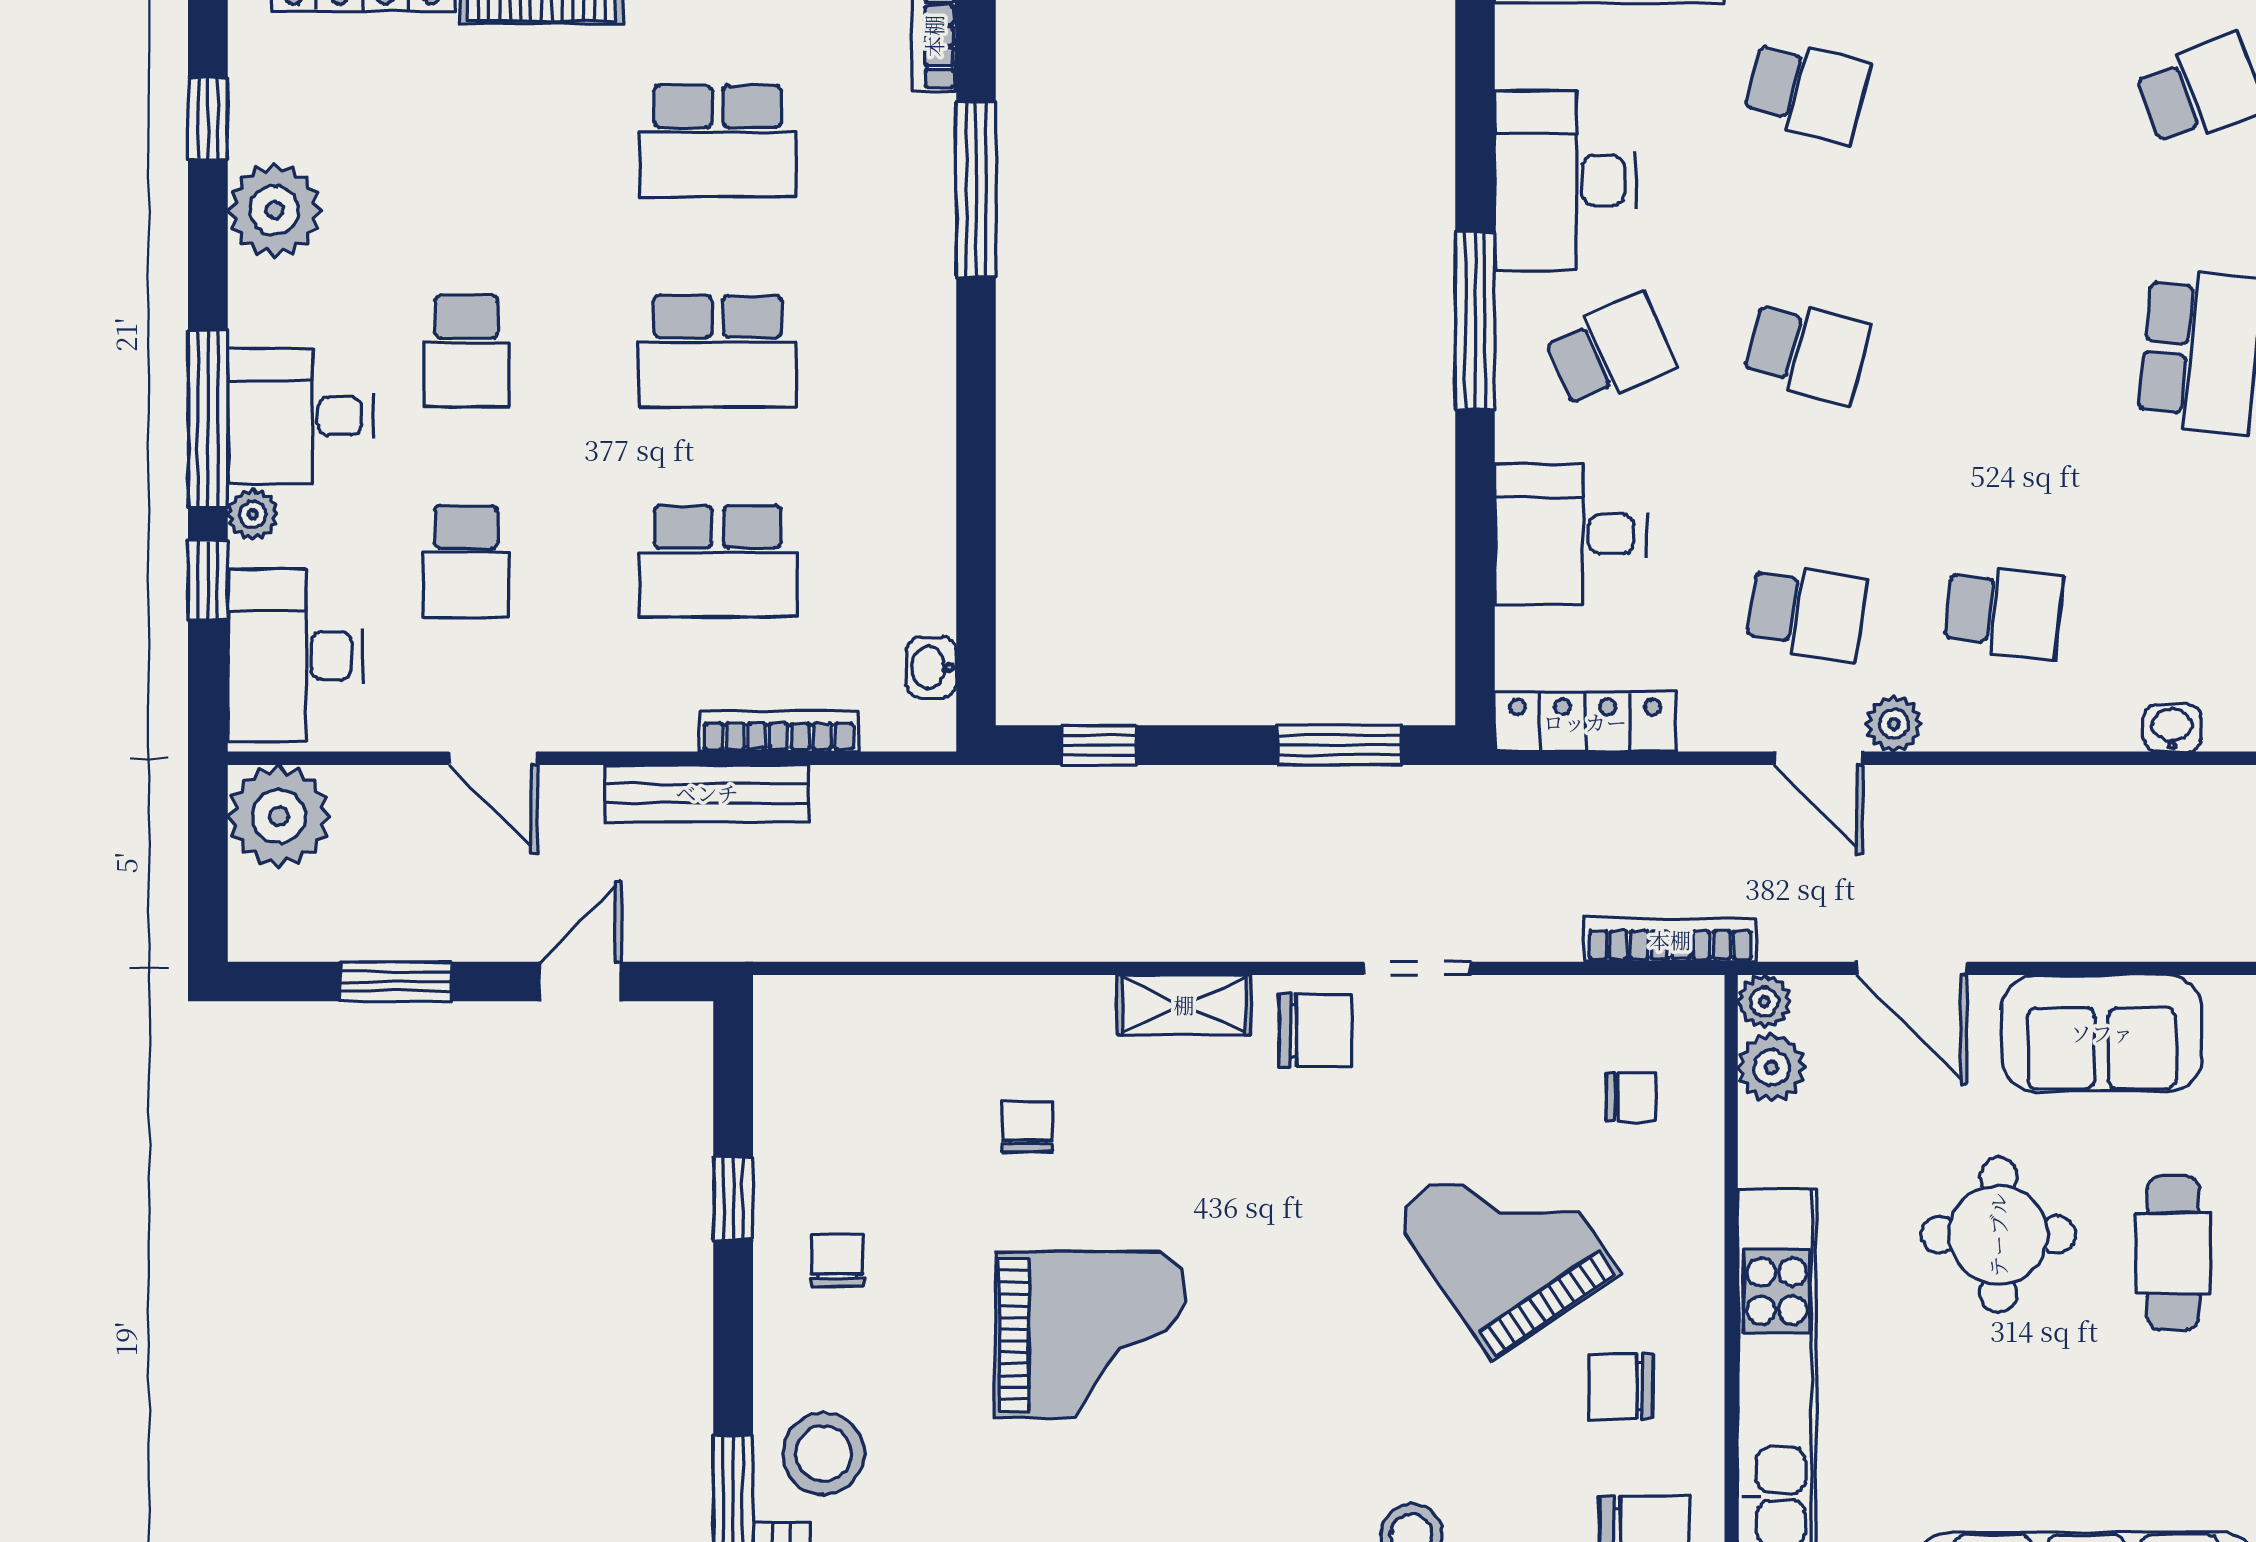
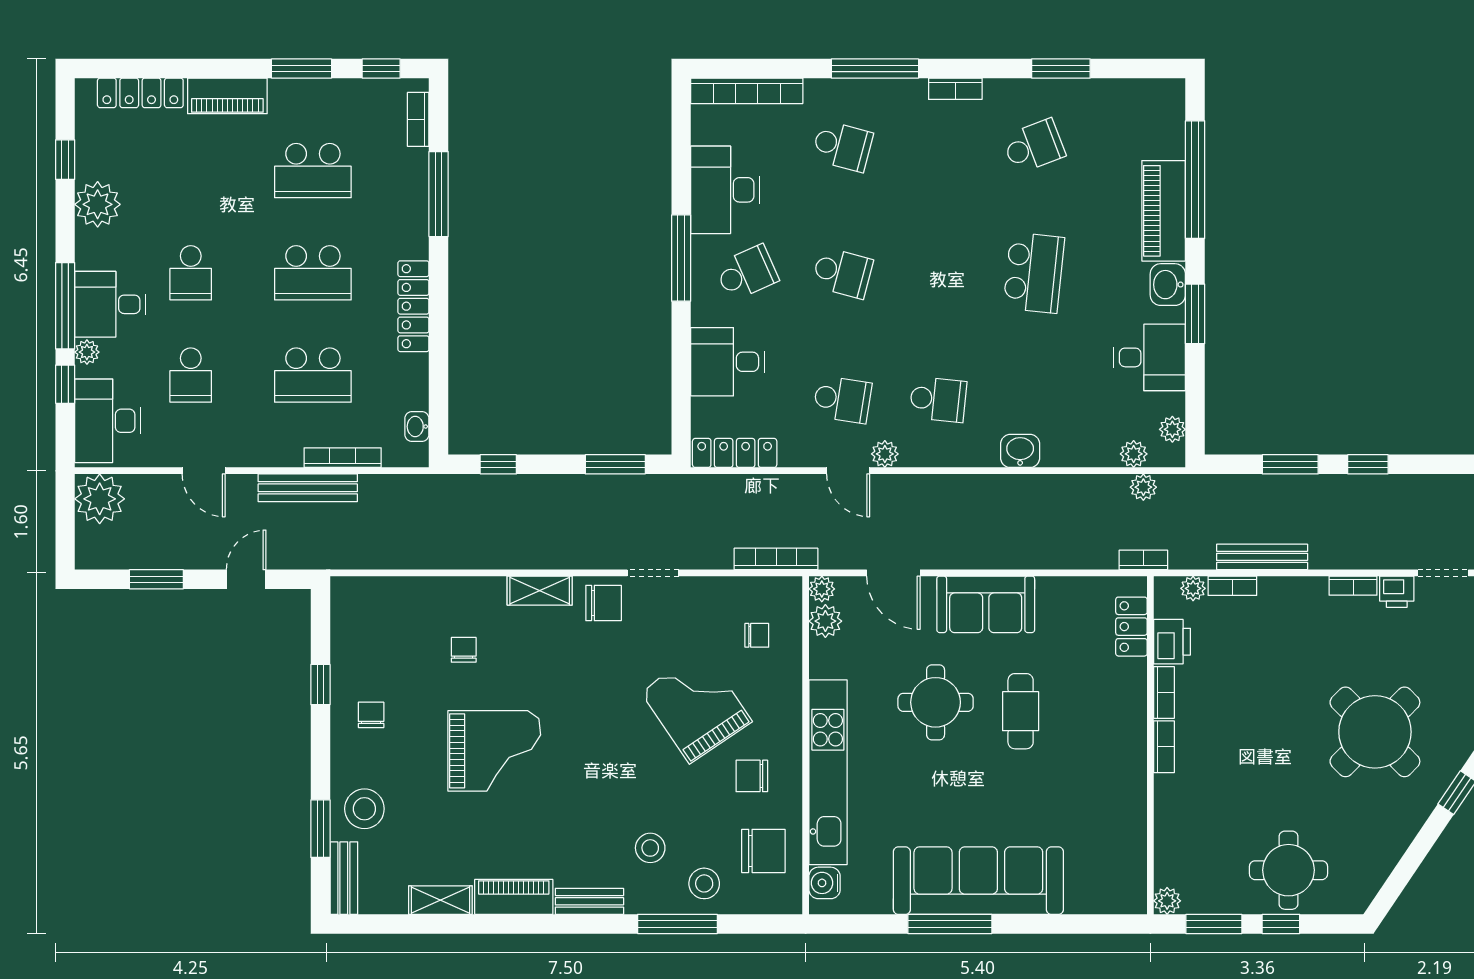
locker: (924, 420) -> (413, 306), added
washbasin: (2172, 728) -> (1020, 451), width x1.38, depth x1.45

